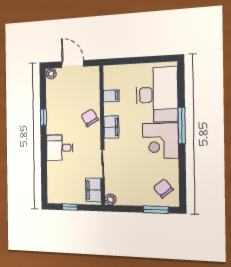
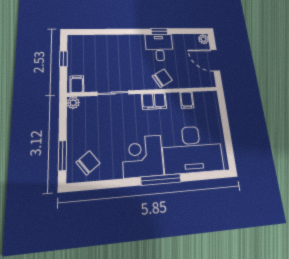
door: (73, 64) -> (215, 60), swing flipped
desk: (60, 148) -> (159, 47), moved
filing cabinet: (93, 190) -> (77, 84), width x0.50

